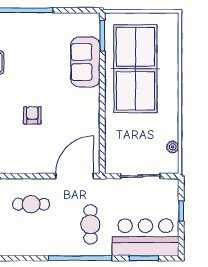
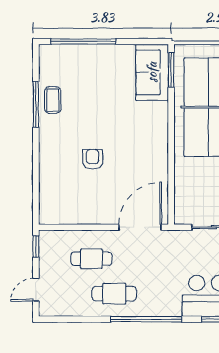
sofa: (85, 62) -> (152, 72), moved
cafe table: (90, 224) -> (114, 294), moved, turned 90

